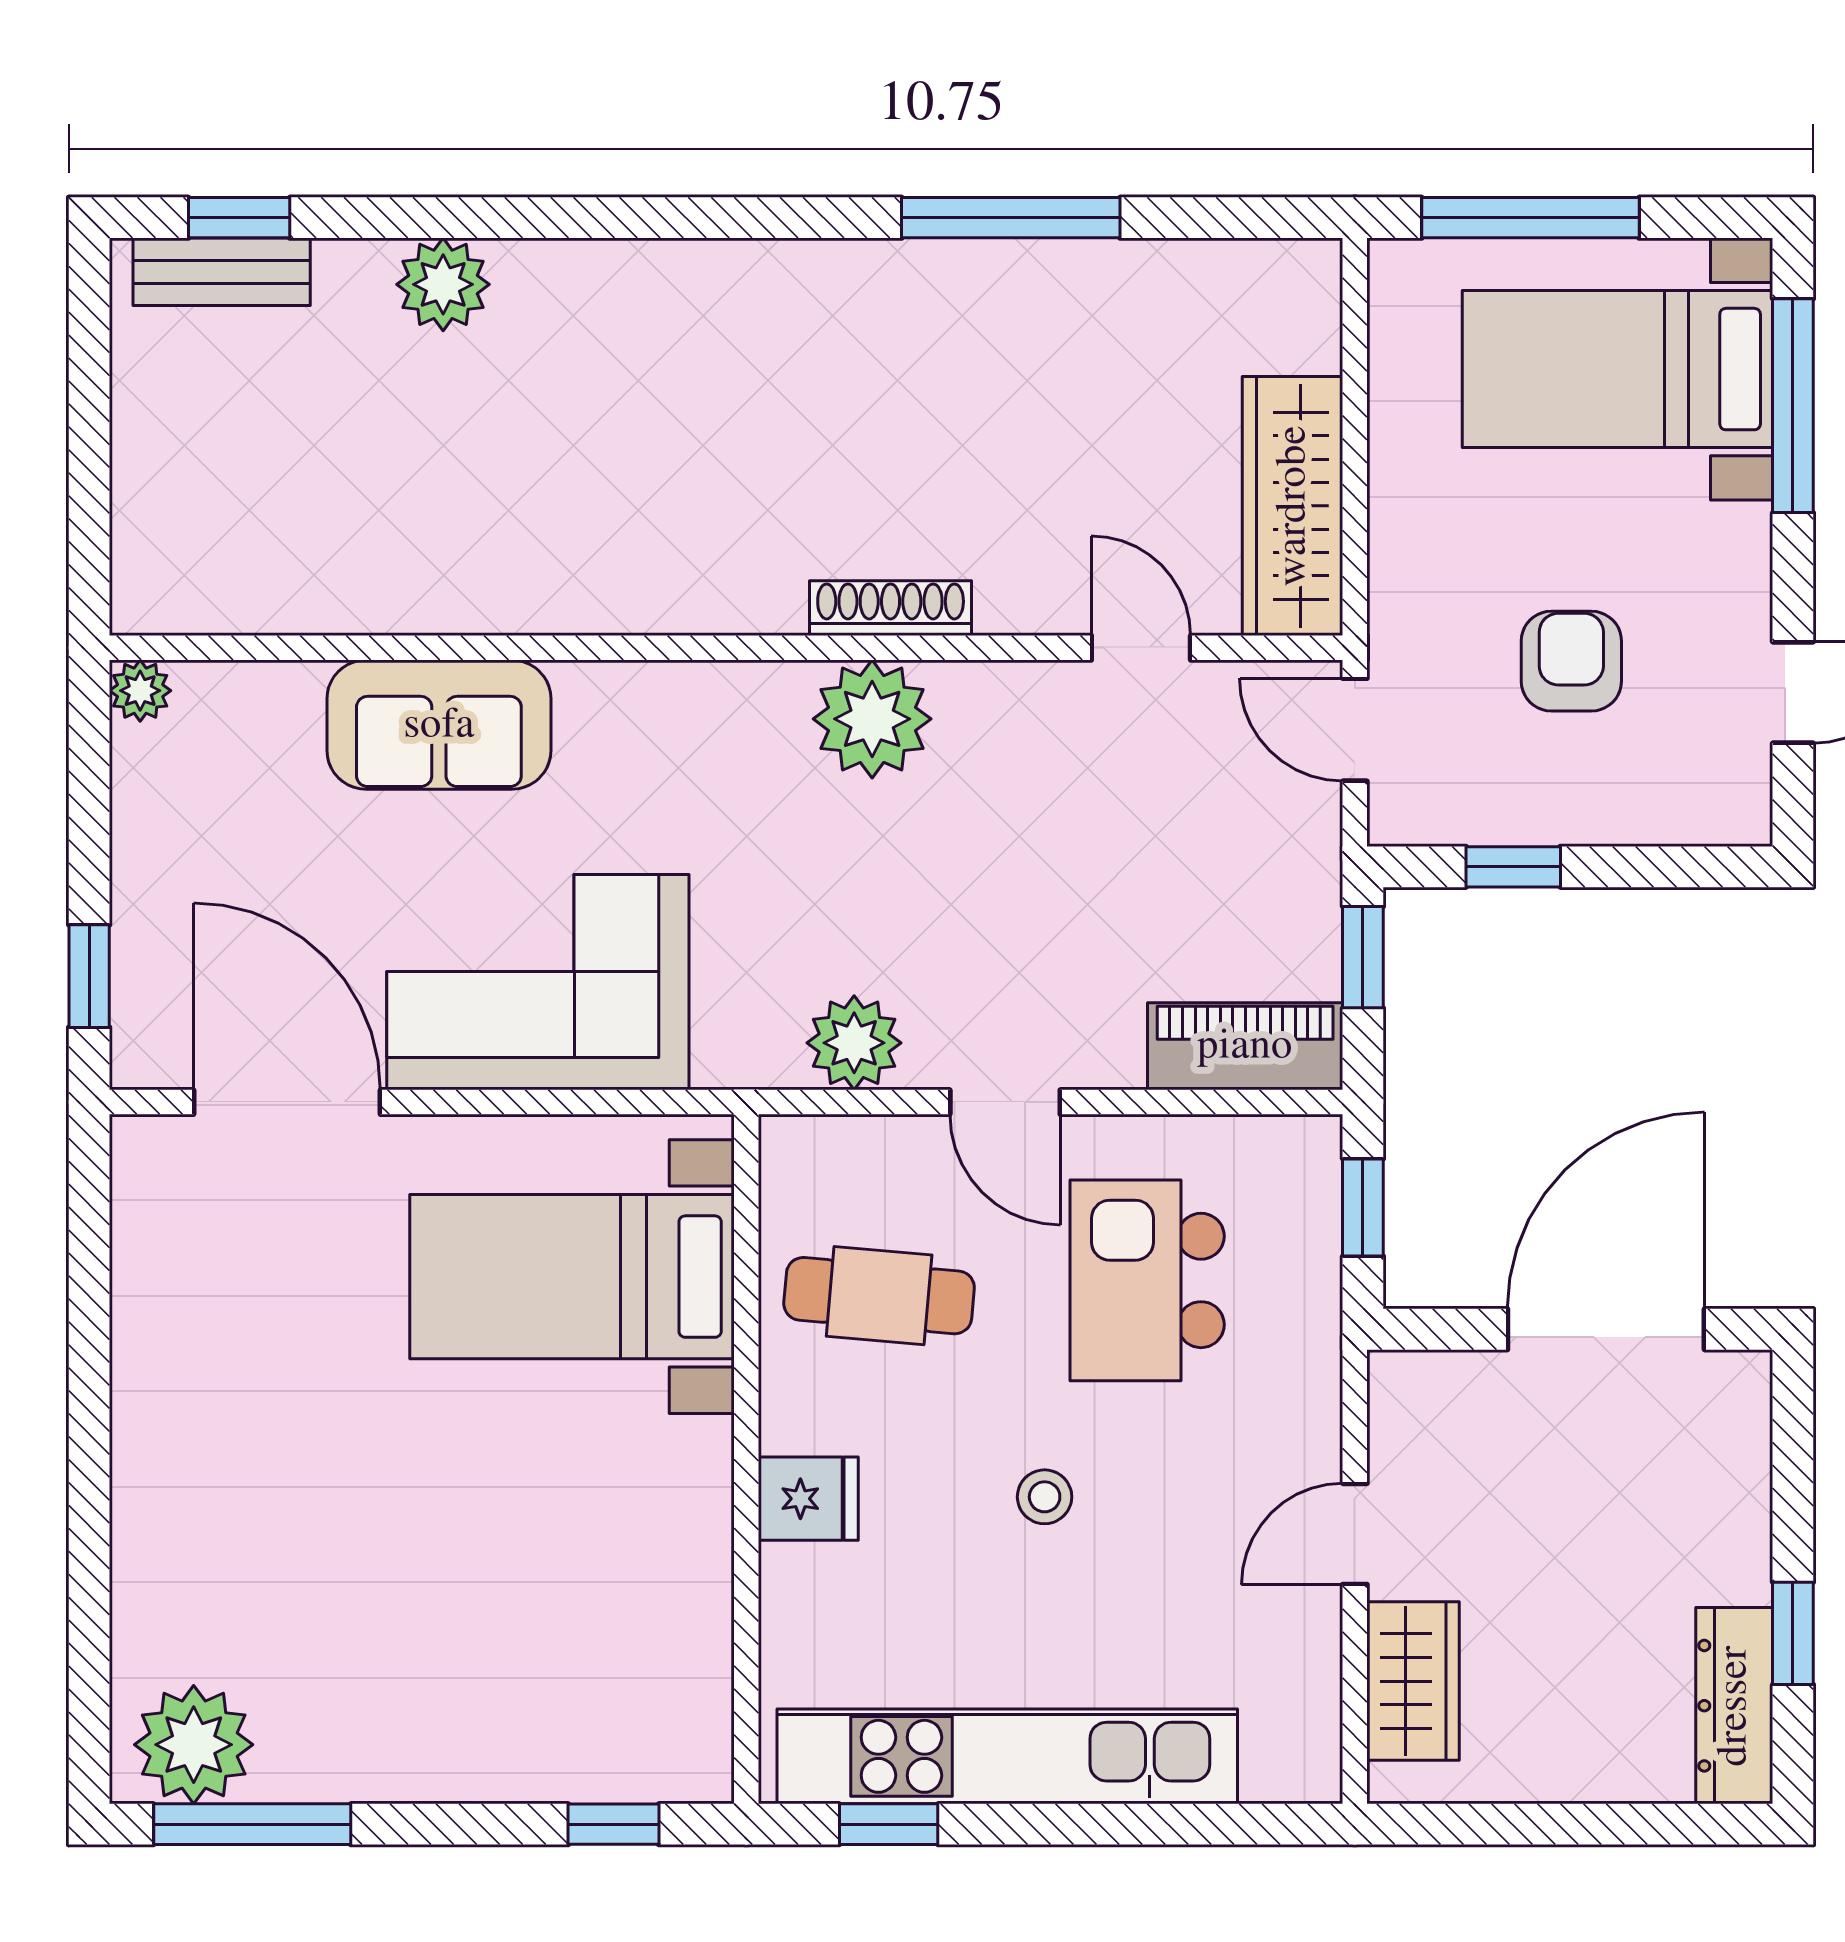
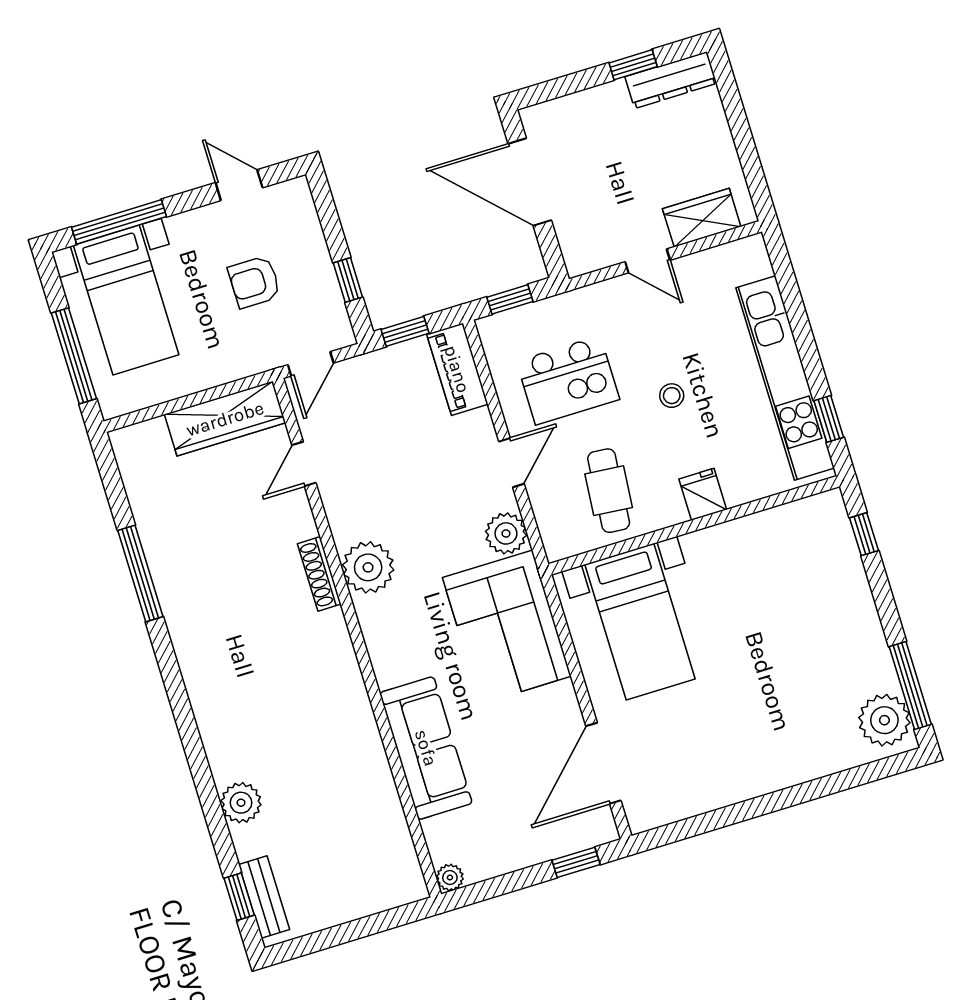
sofa: (439, 725) -> (426, 748), width x1.36
corner sofa: (538, 982) -> (507, 627), moved

